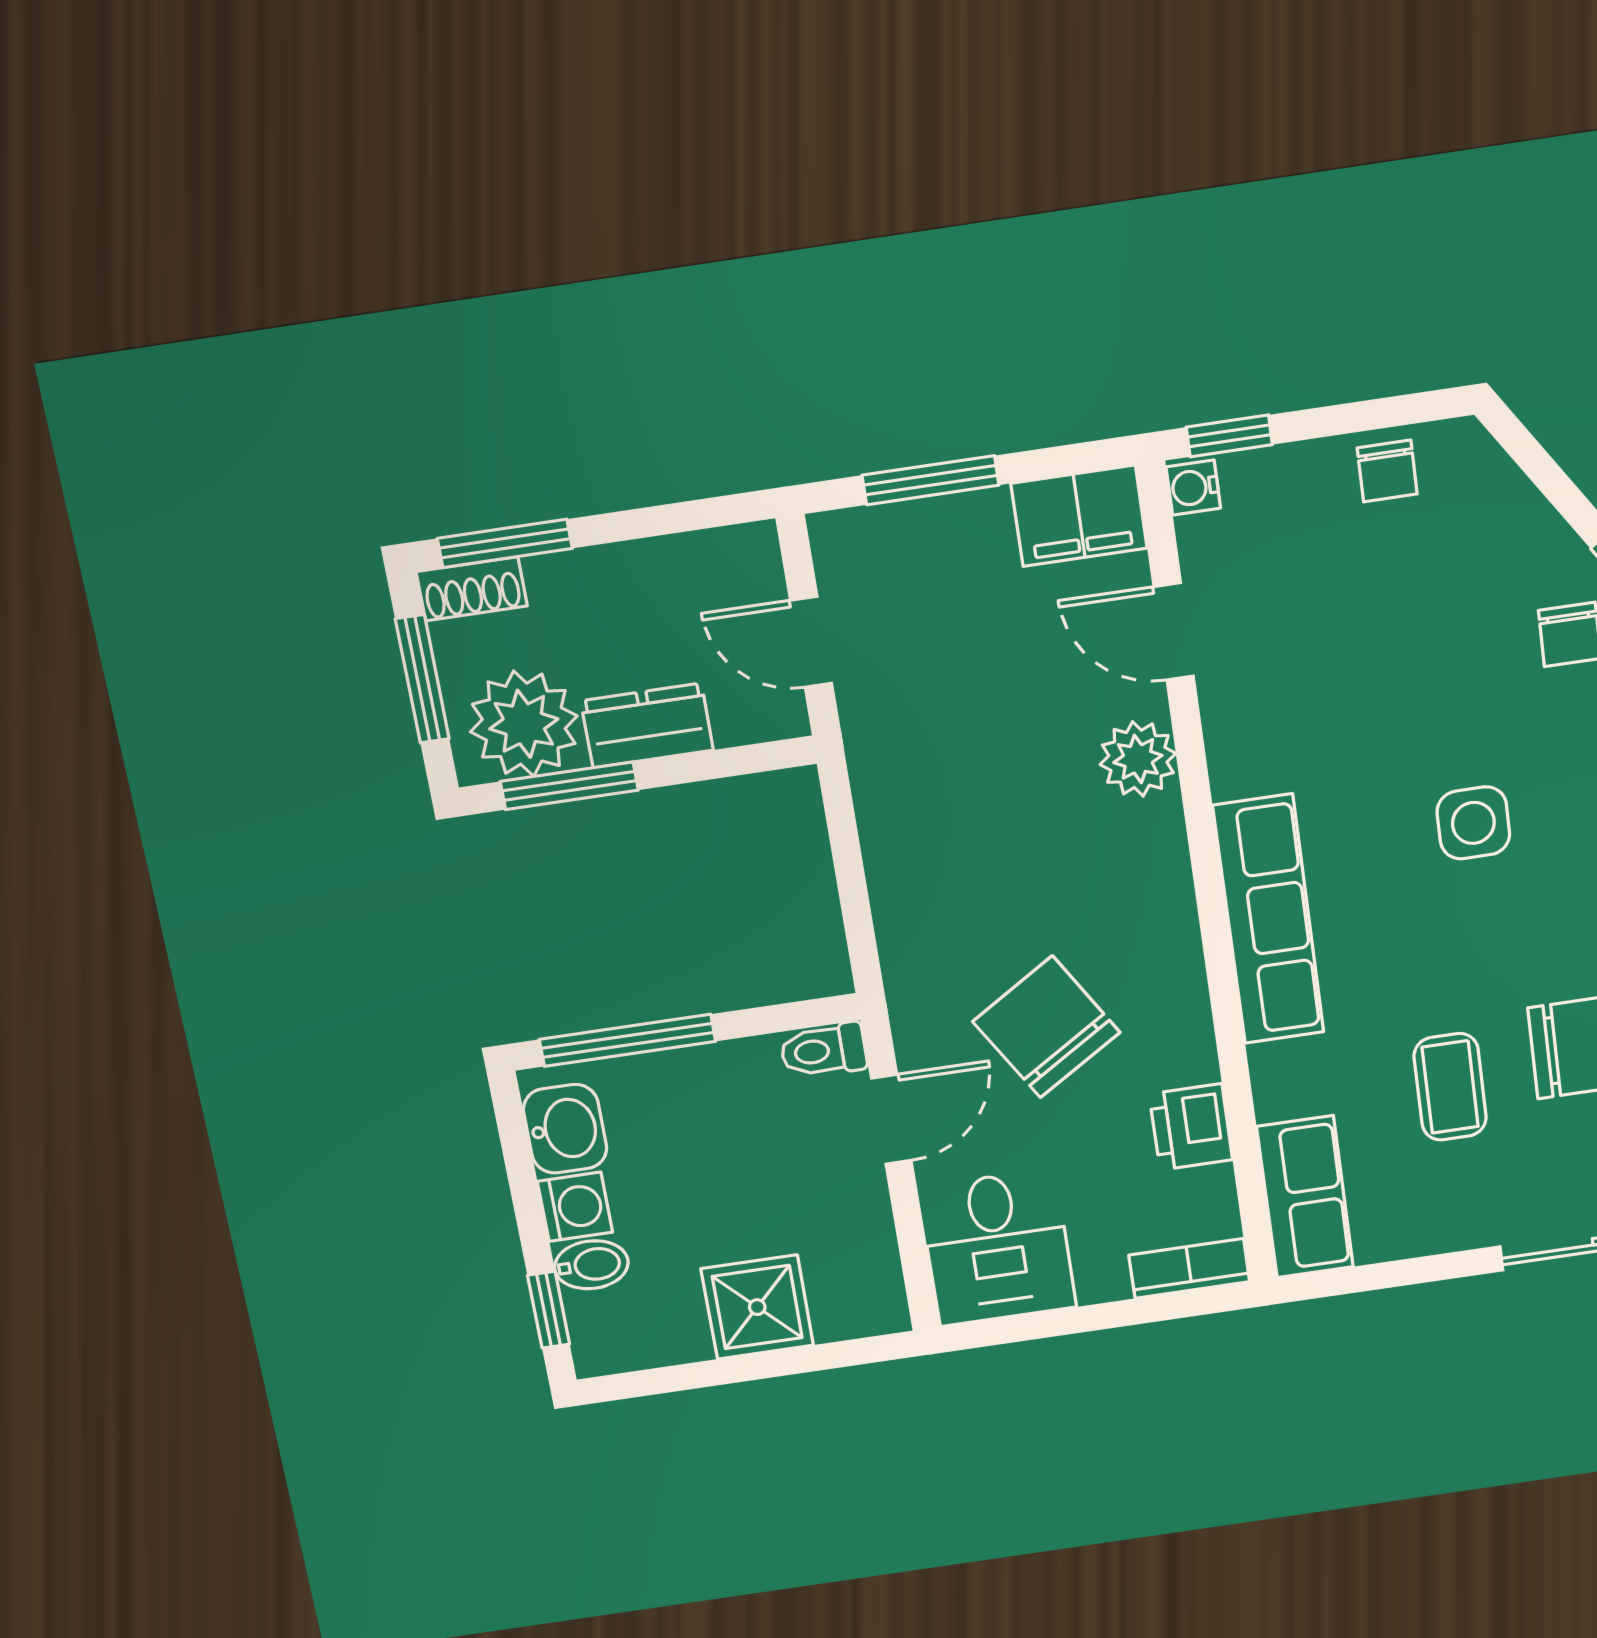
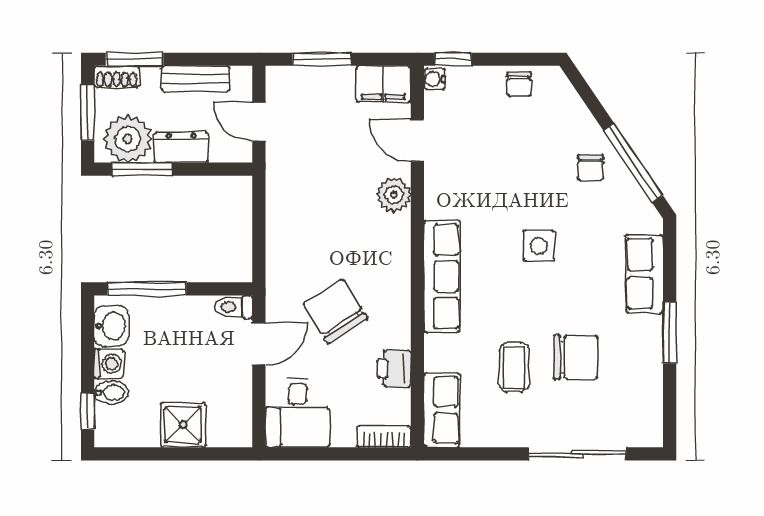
bench: (652, 567) -> (196, 79), added

